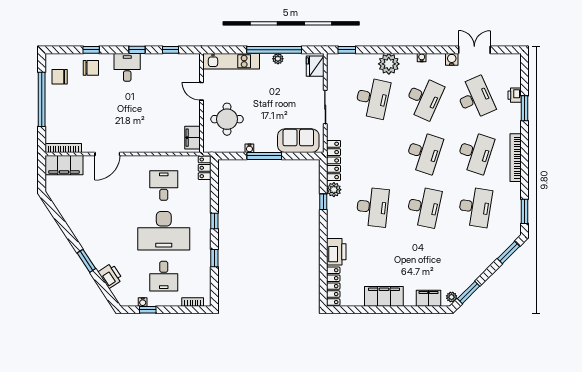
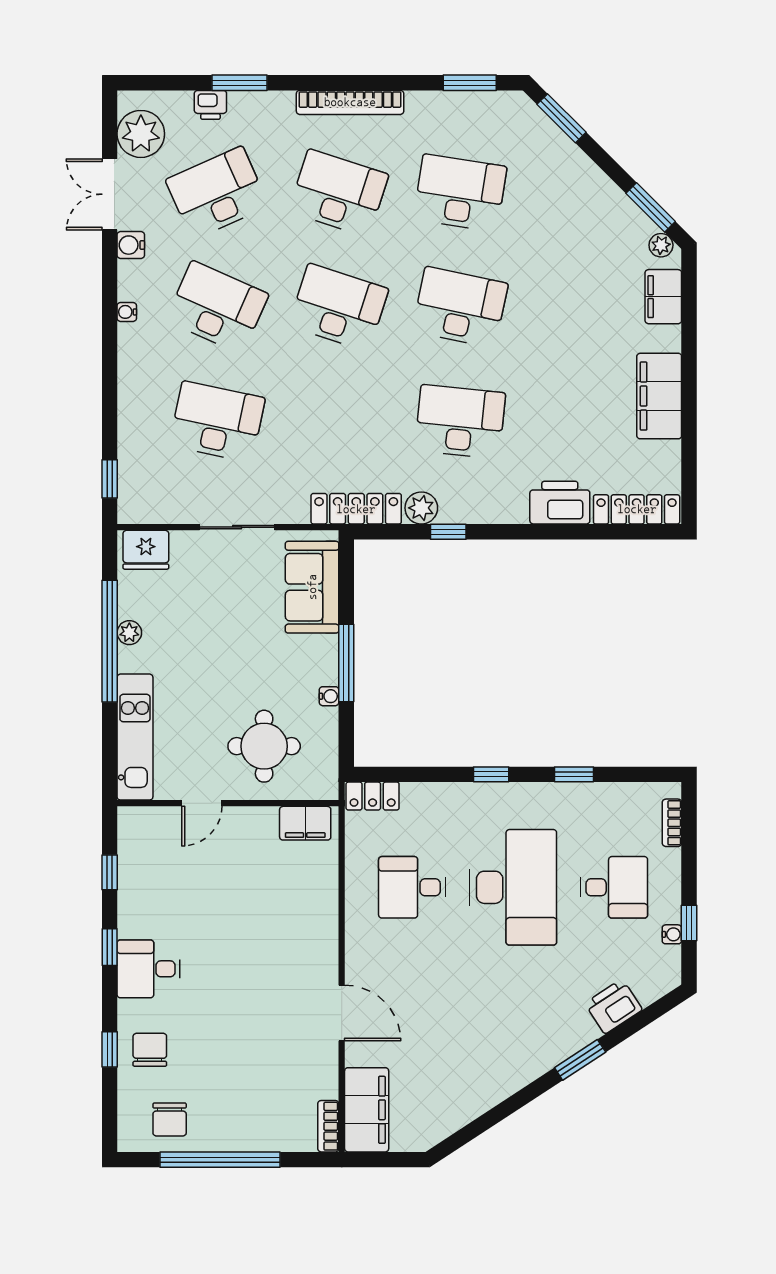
plant: (389, 64) -> (141, 134), moved
bookcase: (63, 148) -> (328, 1126), width x0.64

